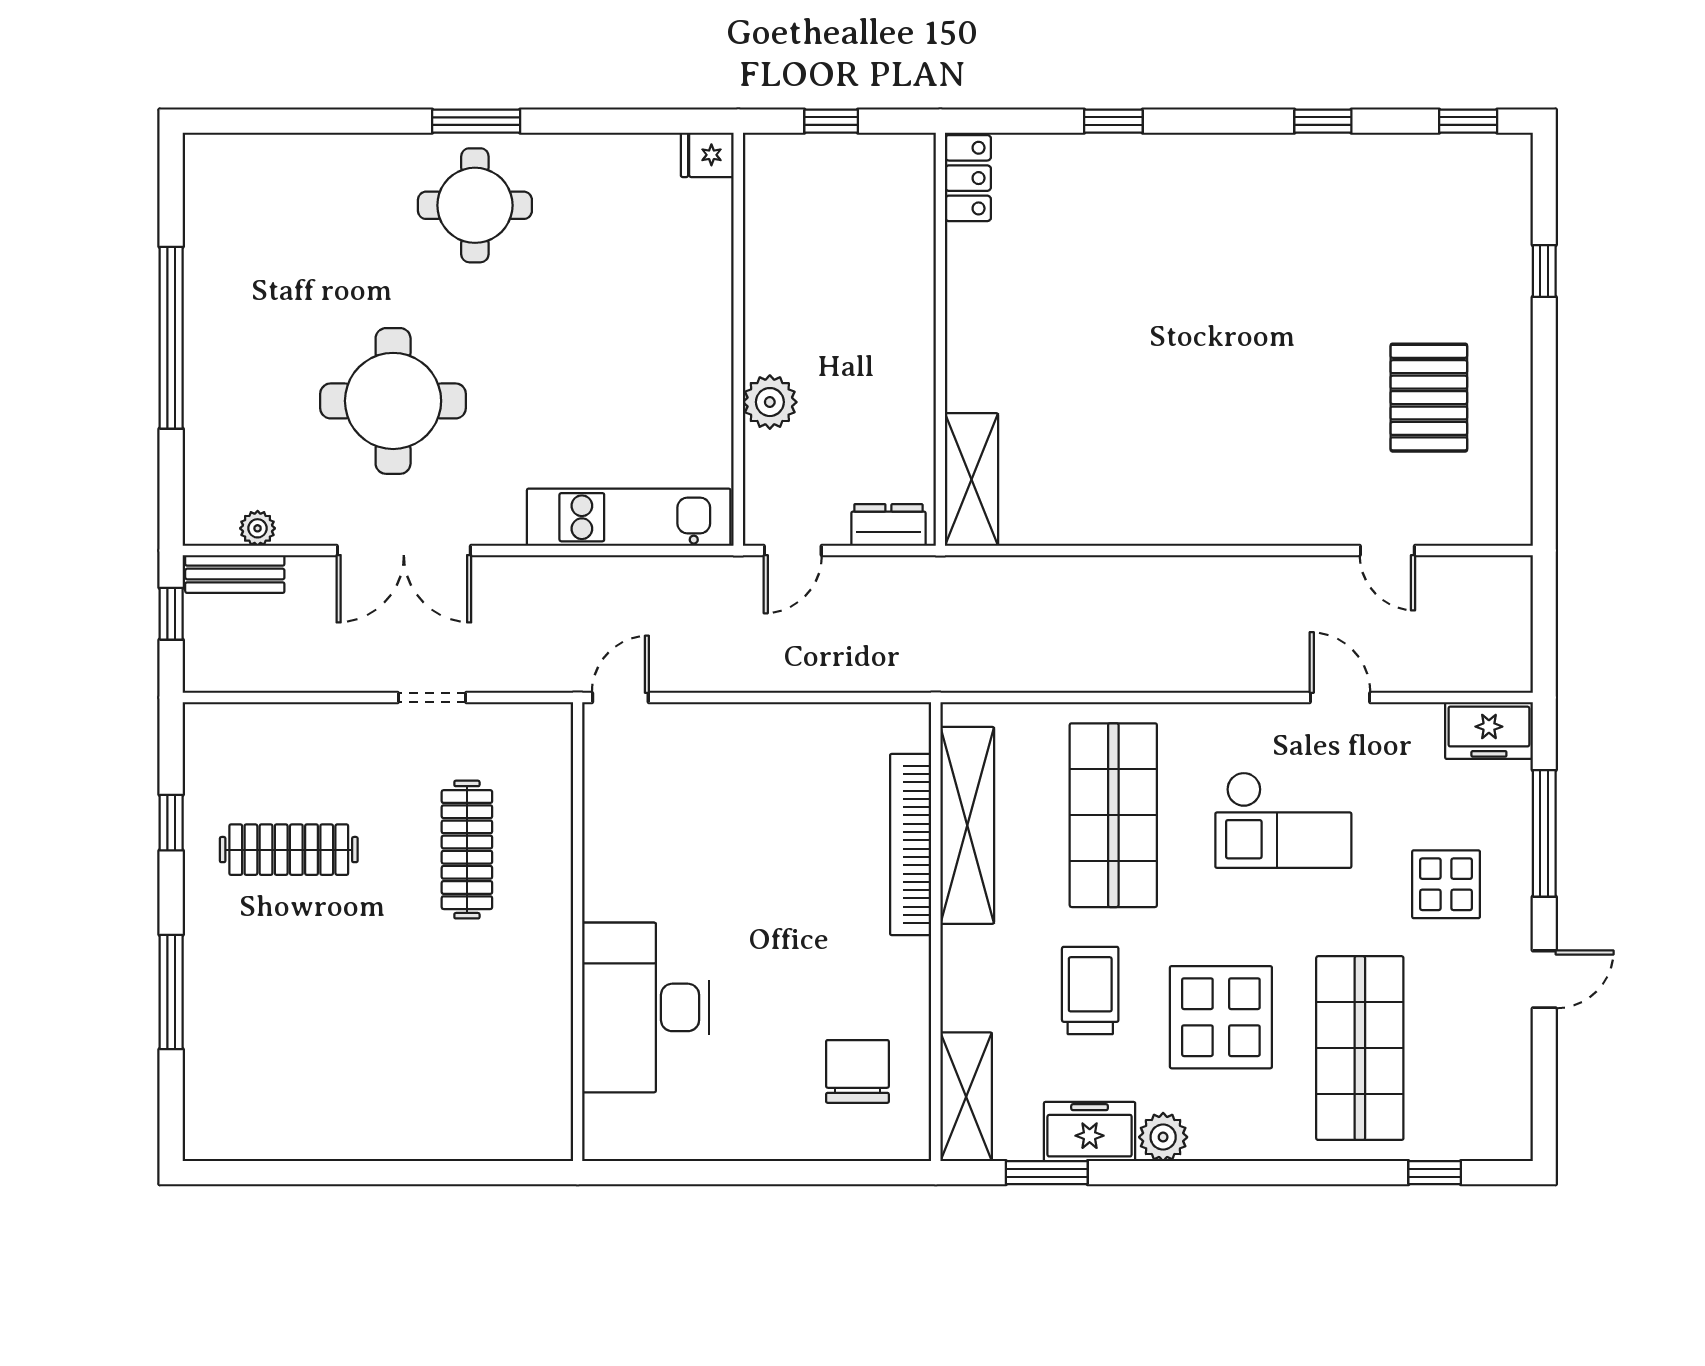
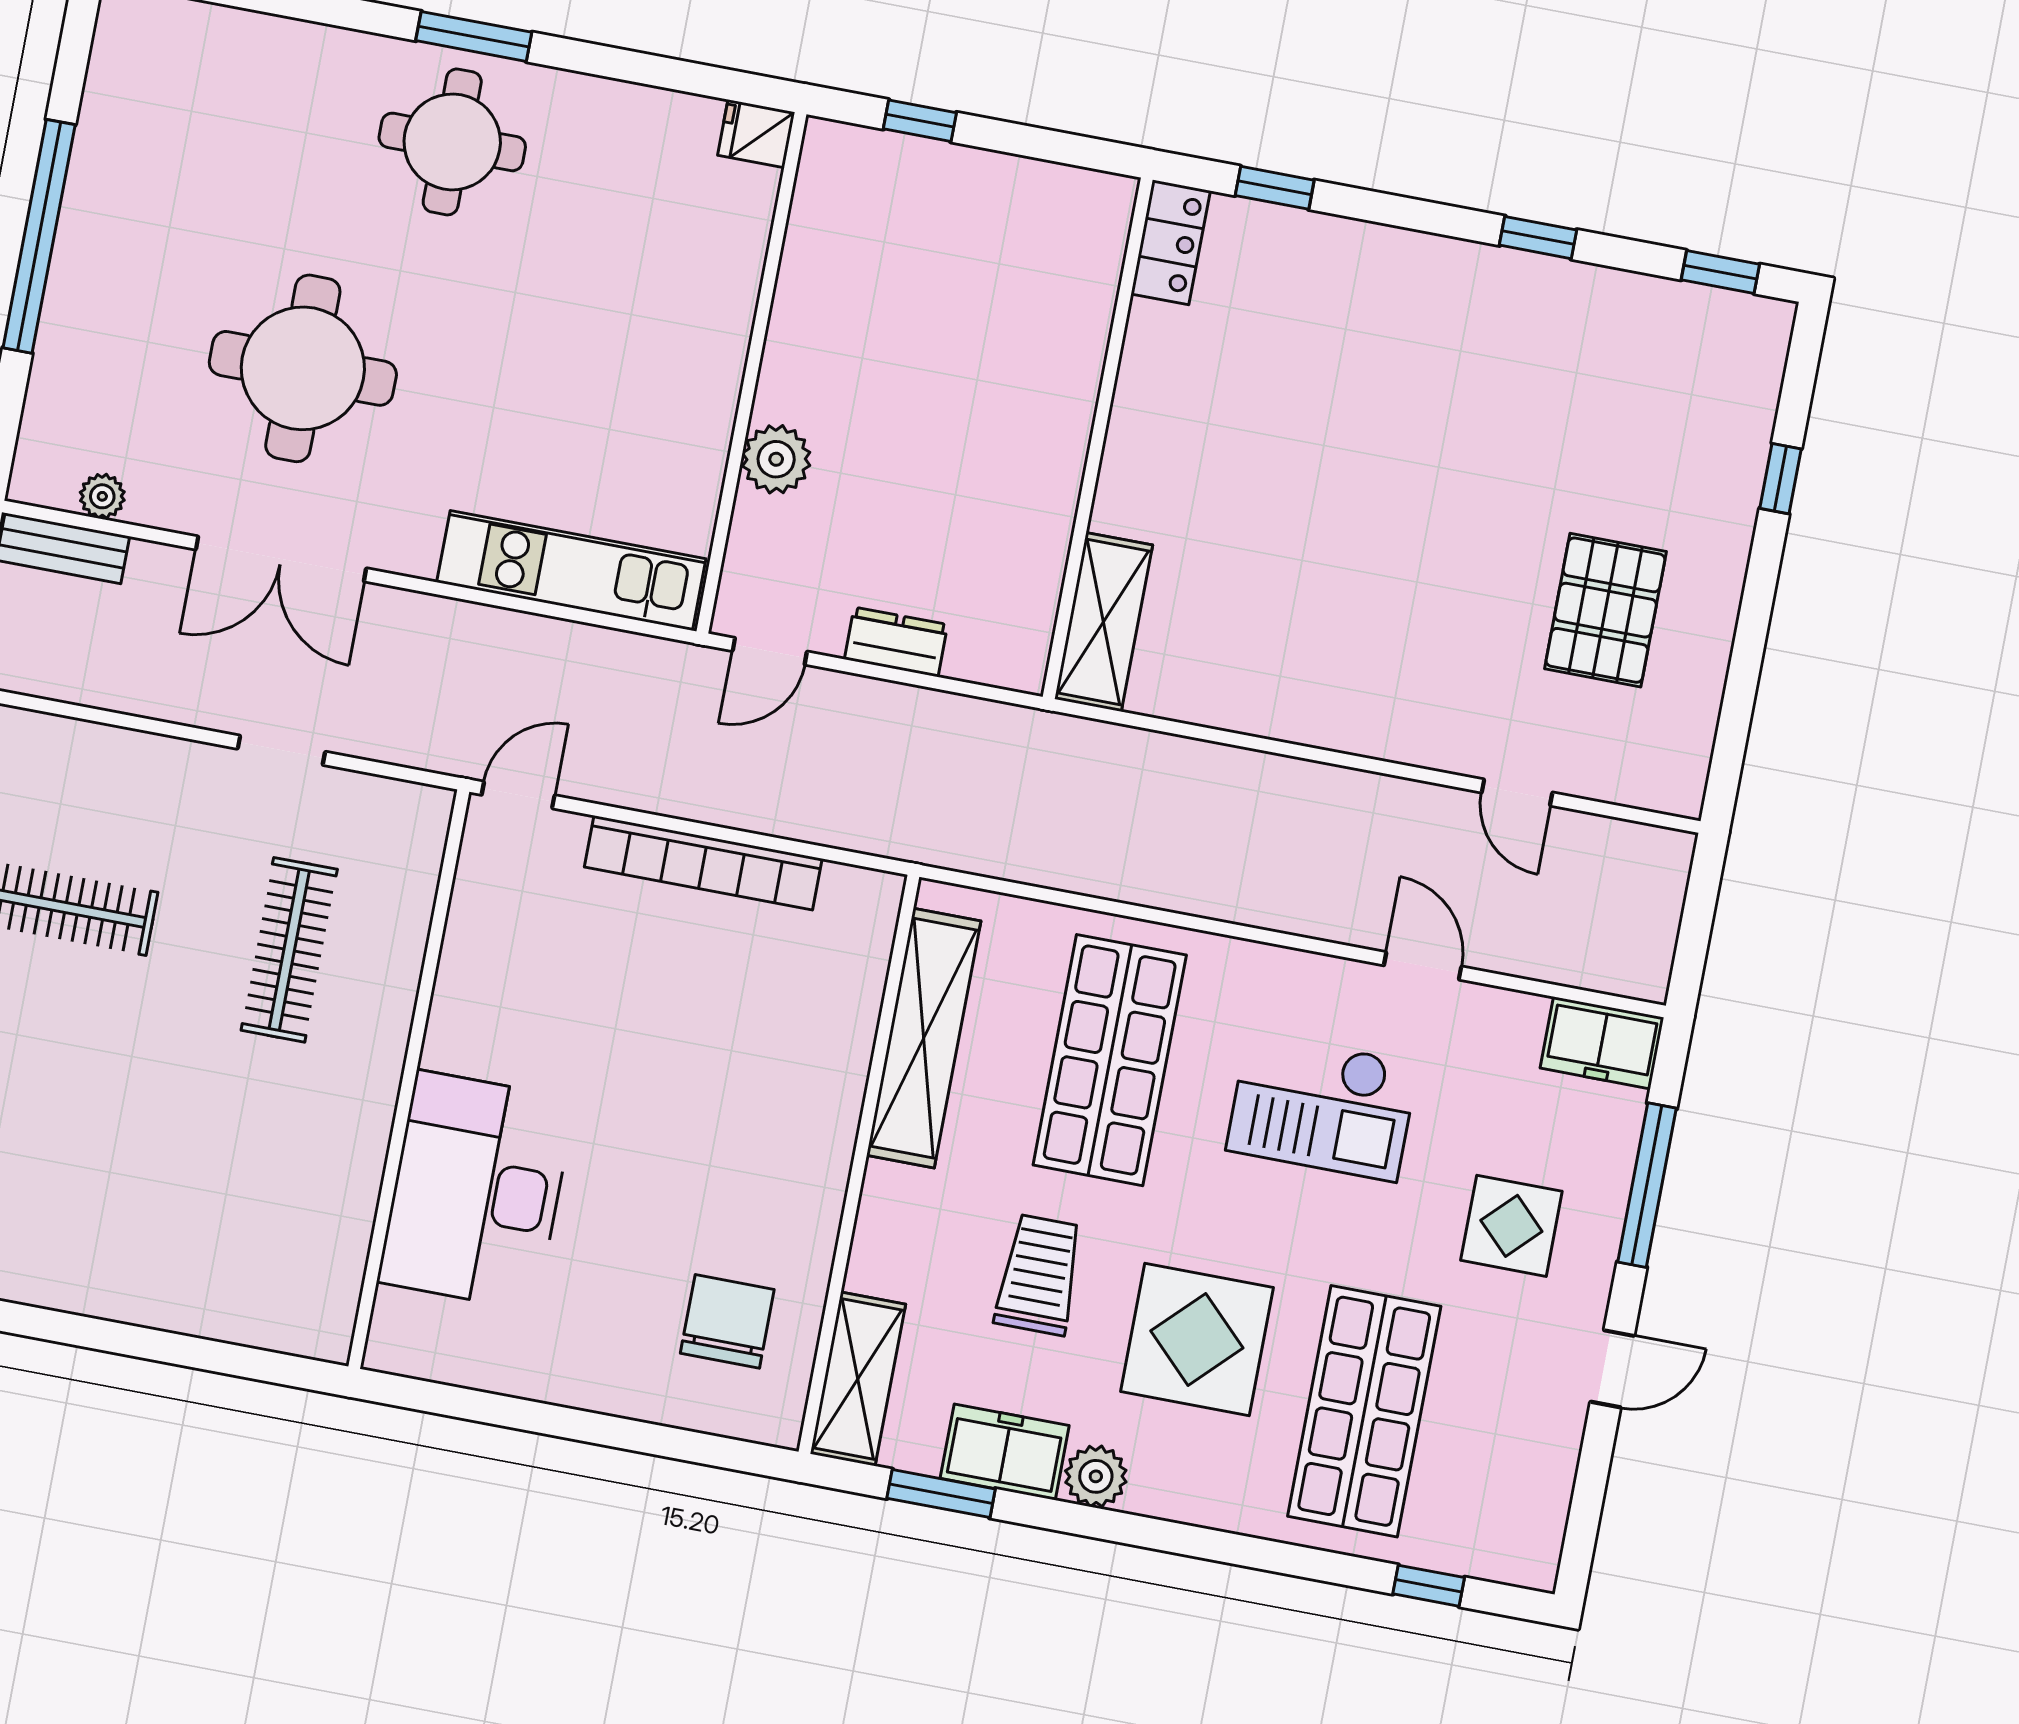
locker: (968, 178) -> (1171, 242), moved
wall: (940, 339) -> (1098, 438), moved
shelving: (972, 480) -> (1104, 622), moved
bookcase: (911, 844) -> (703, 863), moved, turned -90

